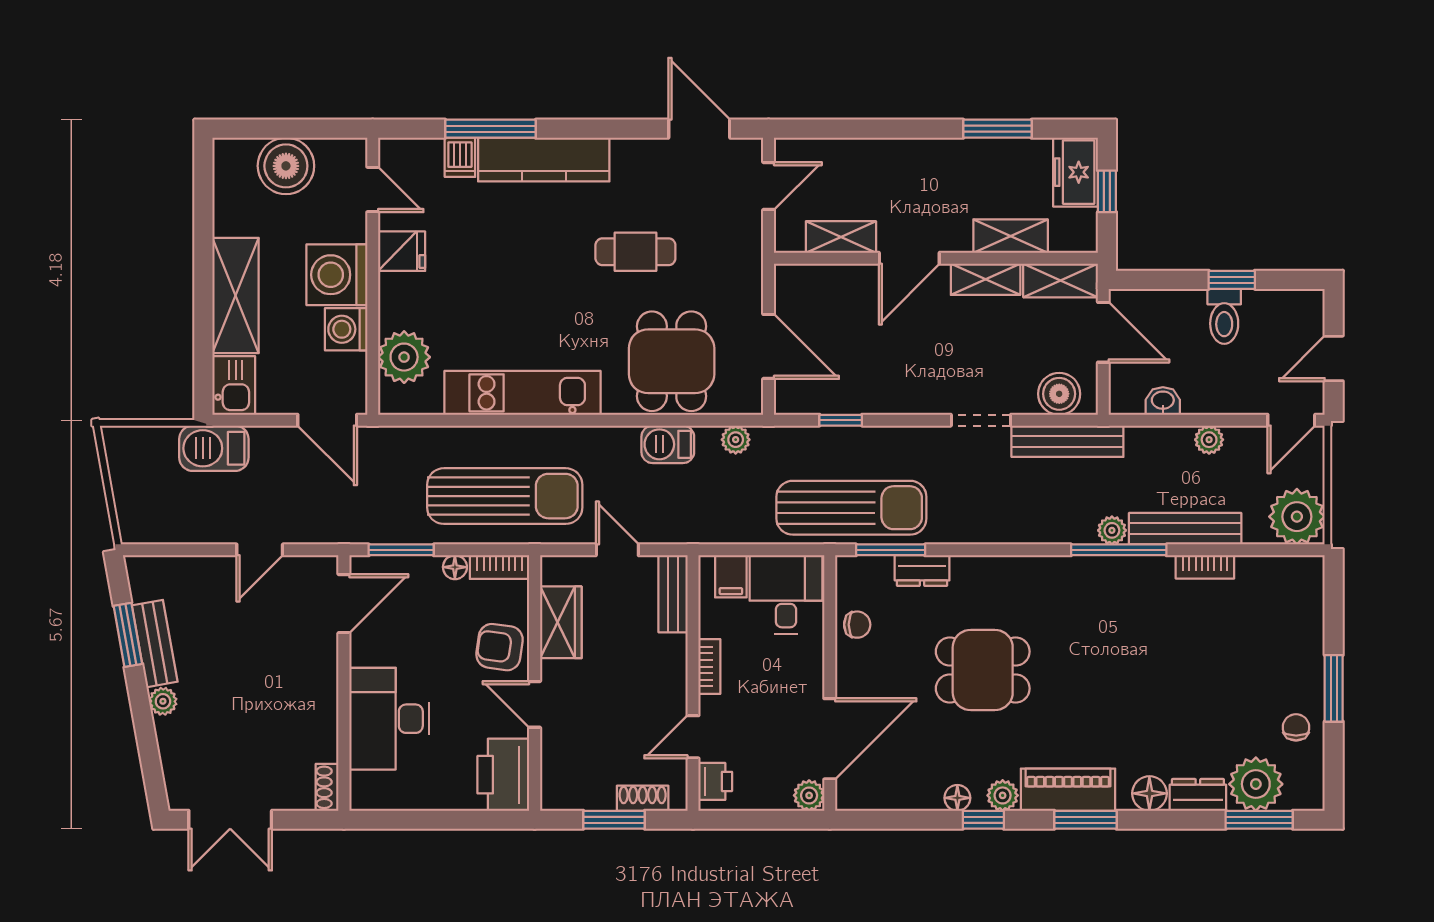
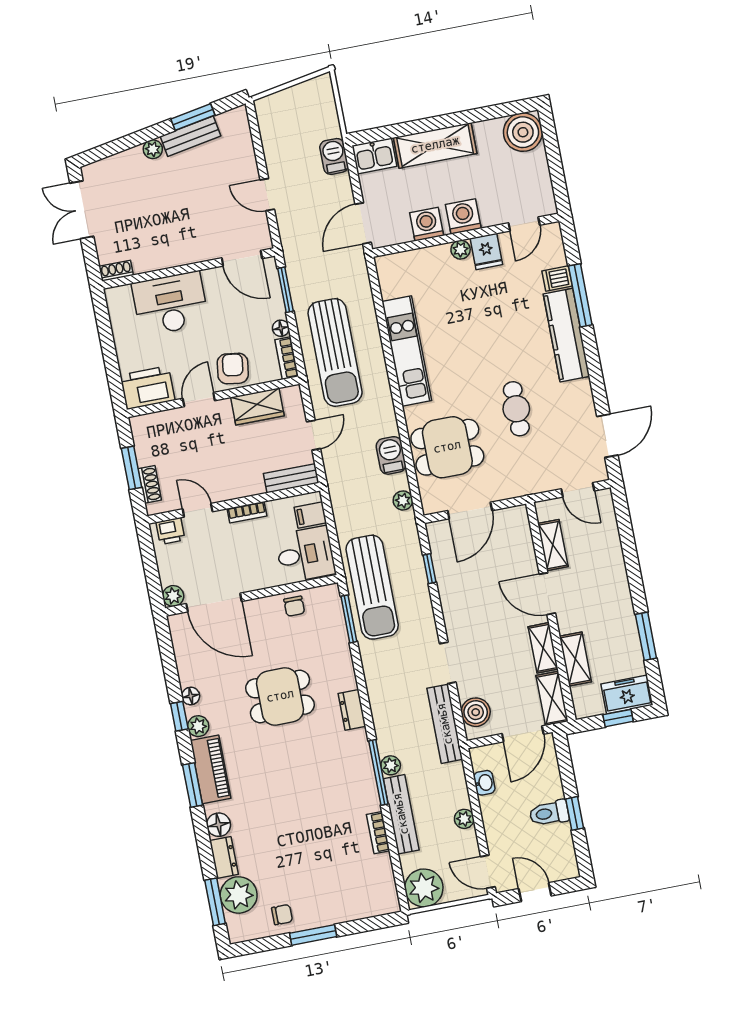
boiler: (286, 166) -> (523, 132), moved
washing machine: (337, 275) -> (463, 216), width x0.73, depth x0.73
plant: (404, 357) -> (461, 250), moved, width x0.53, depth x0.53
barbecue: (214, 448) -> (334, 156), width x0.73, depth x0.79
dresser: (922, 571) -> (352, 710), moved
dining table: (983, 670) -> (280, 696), turned 90

